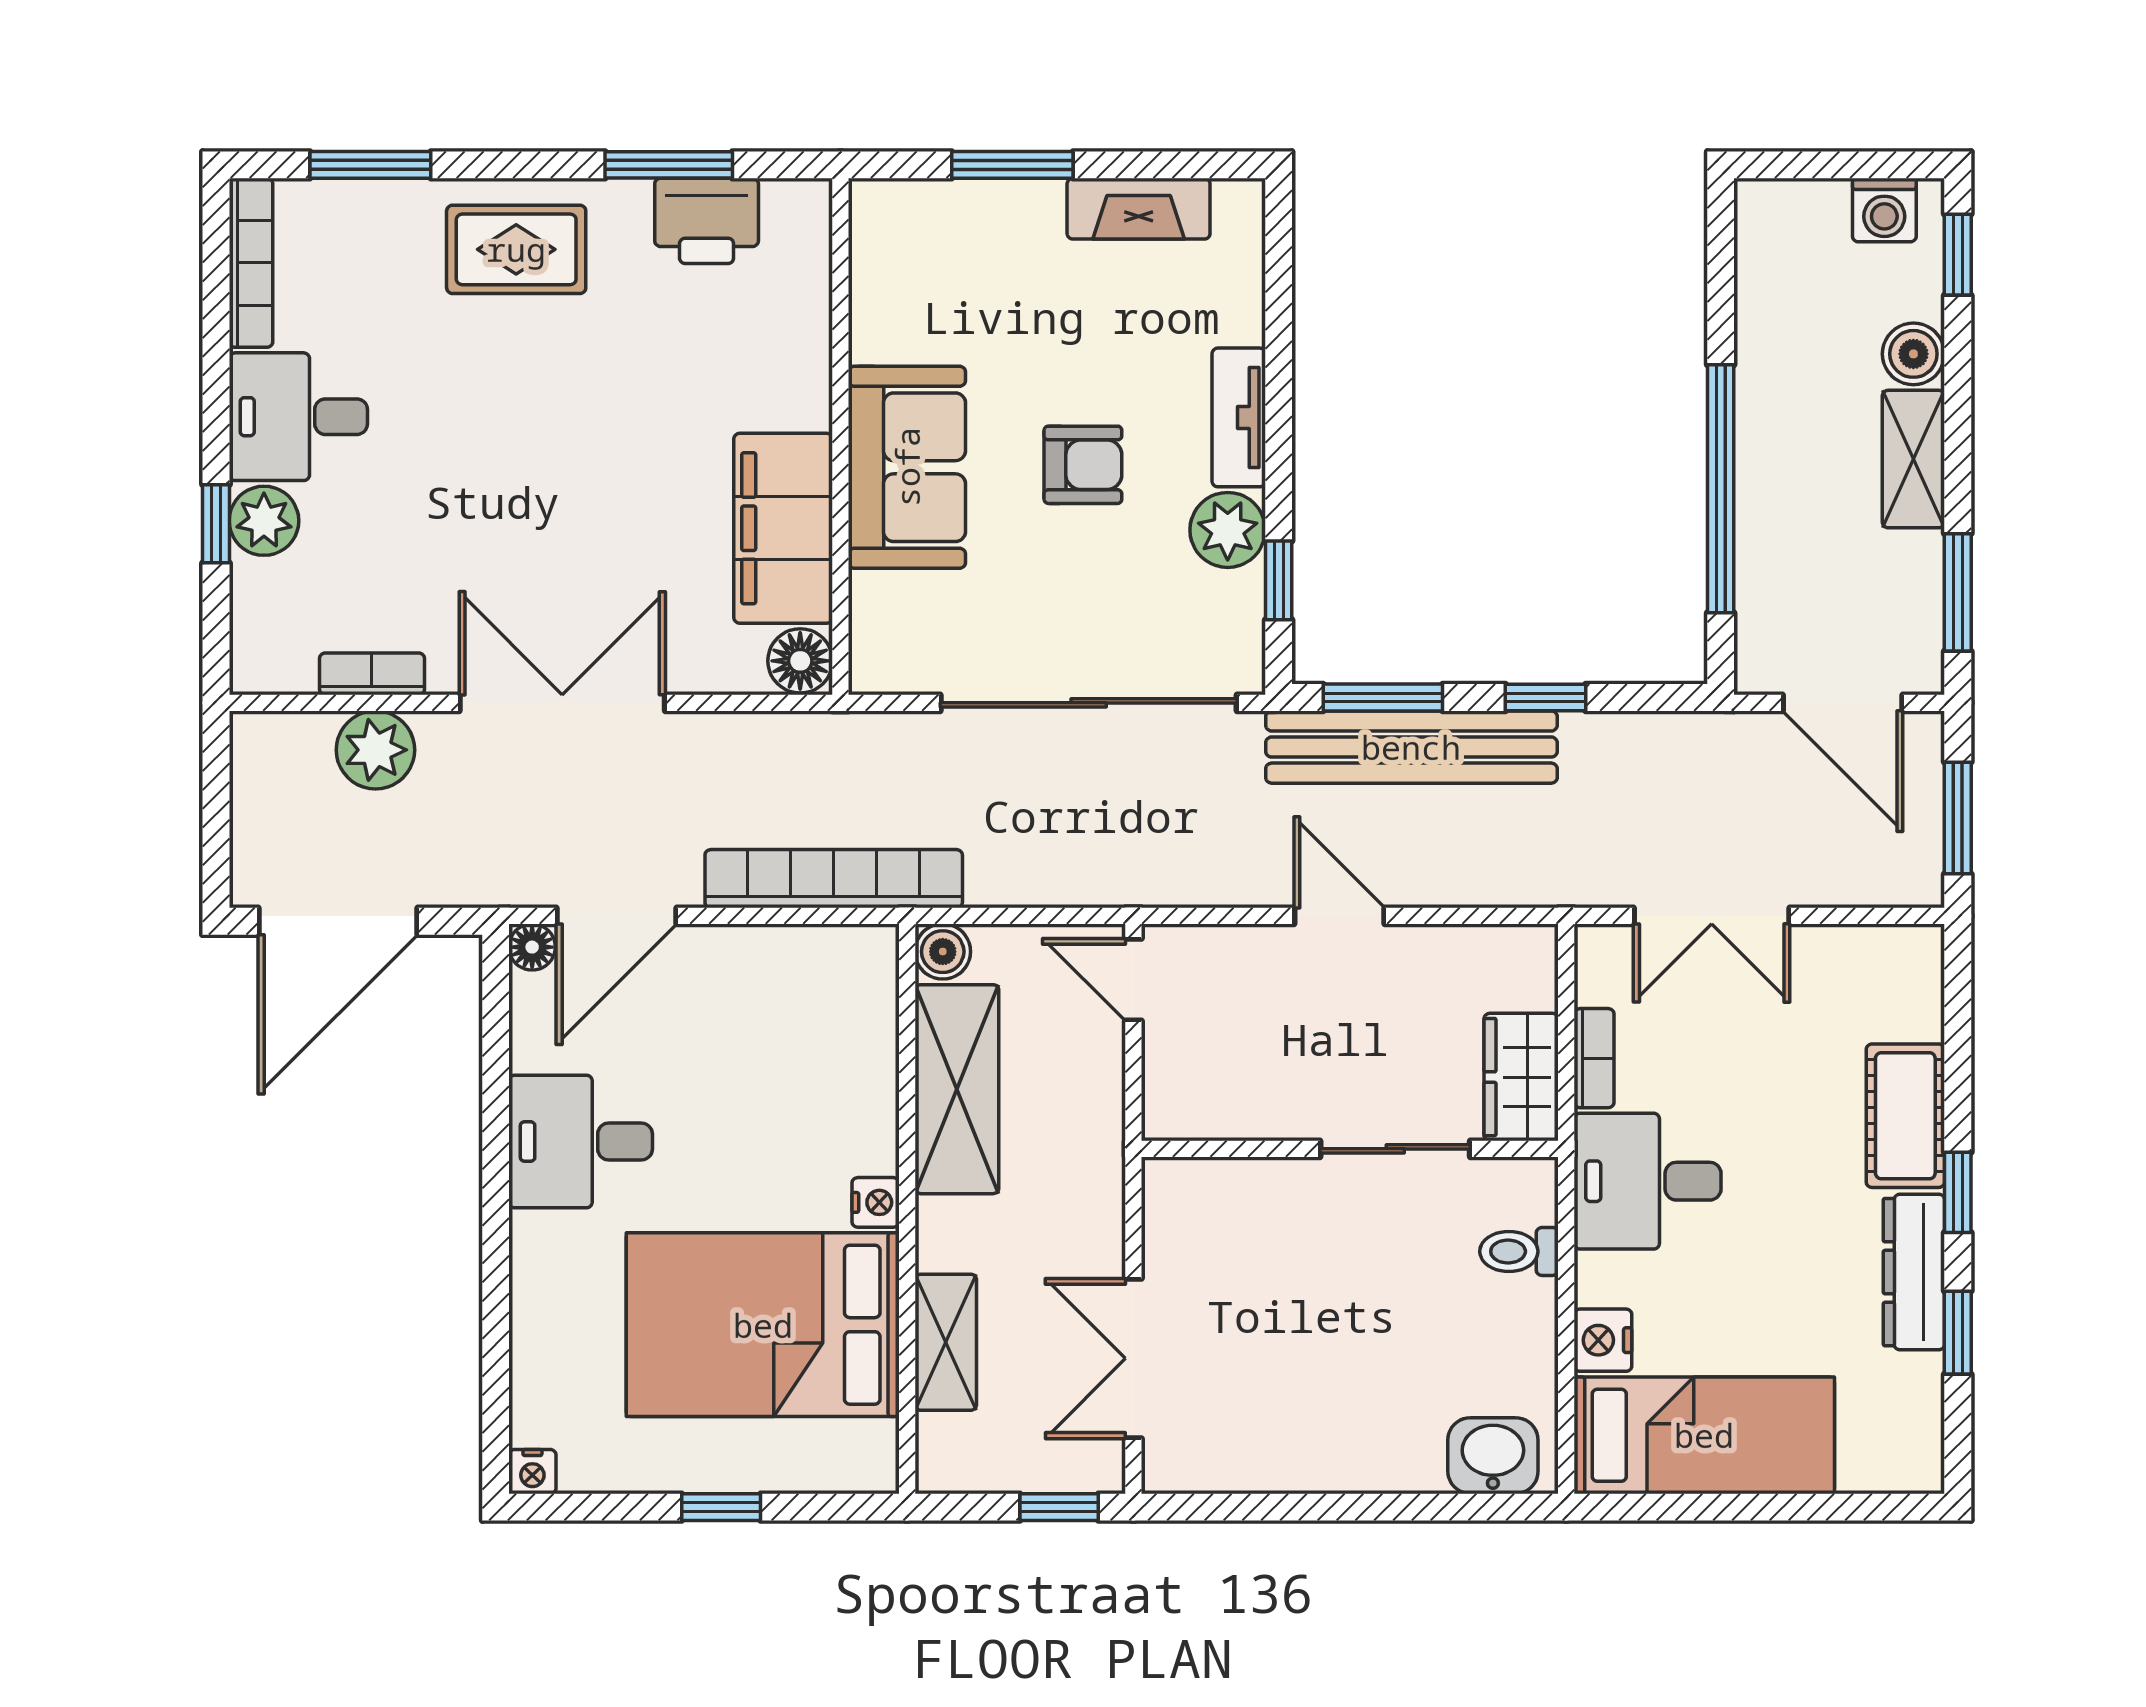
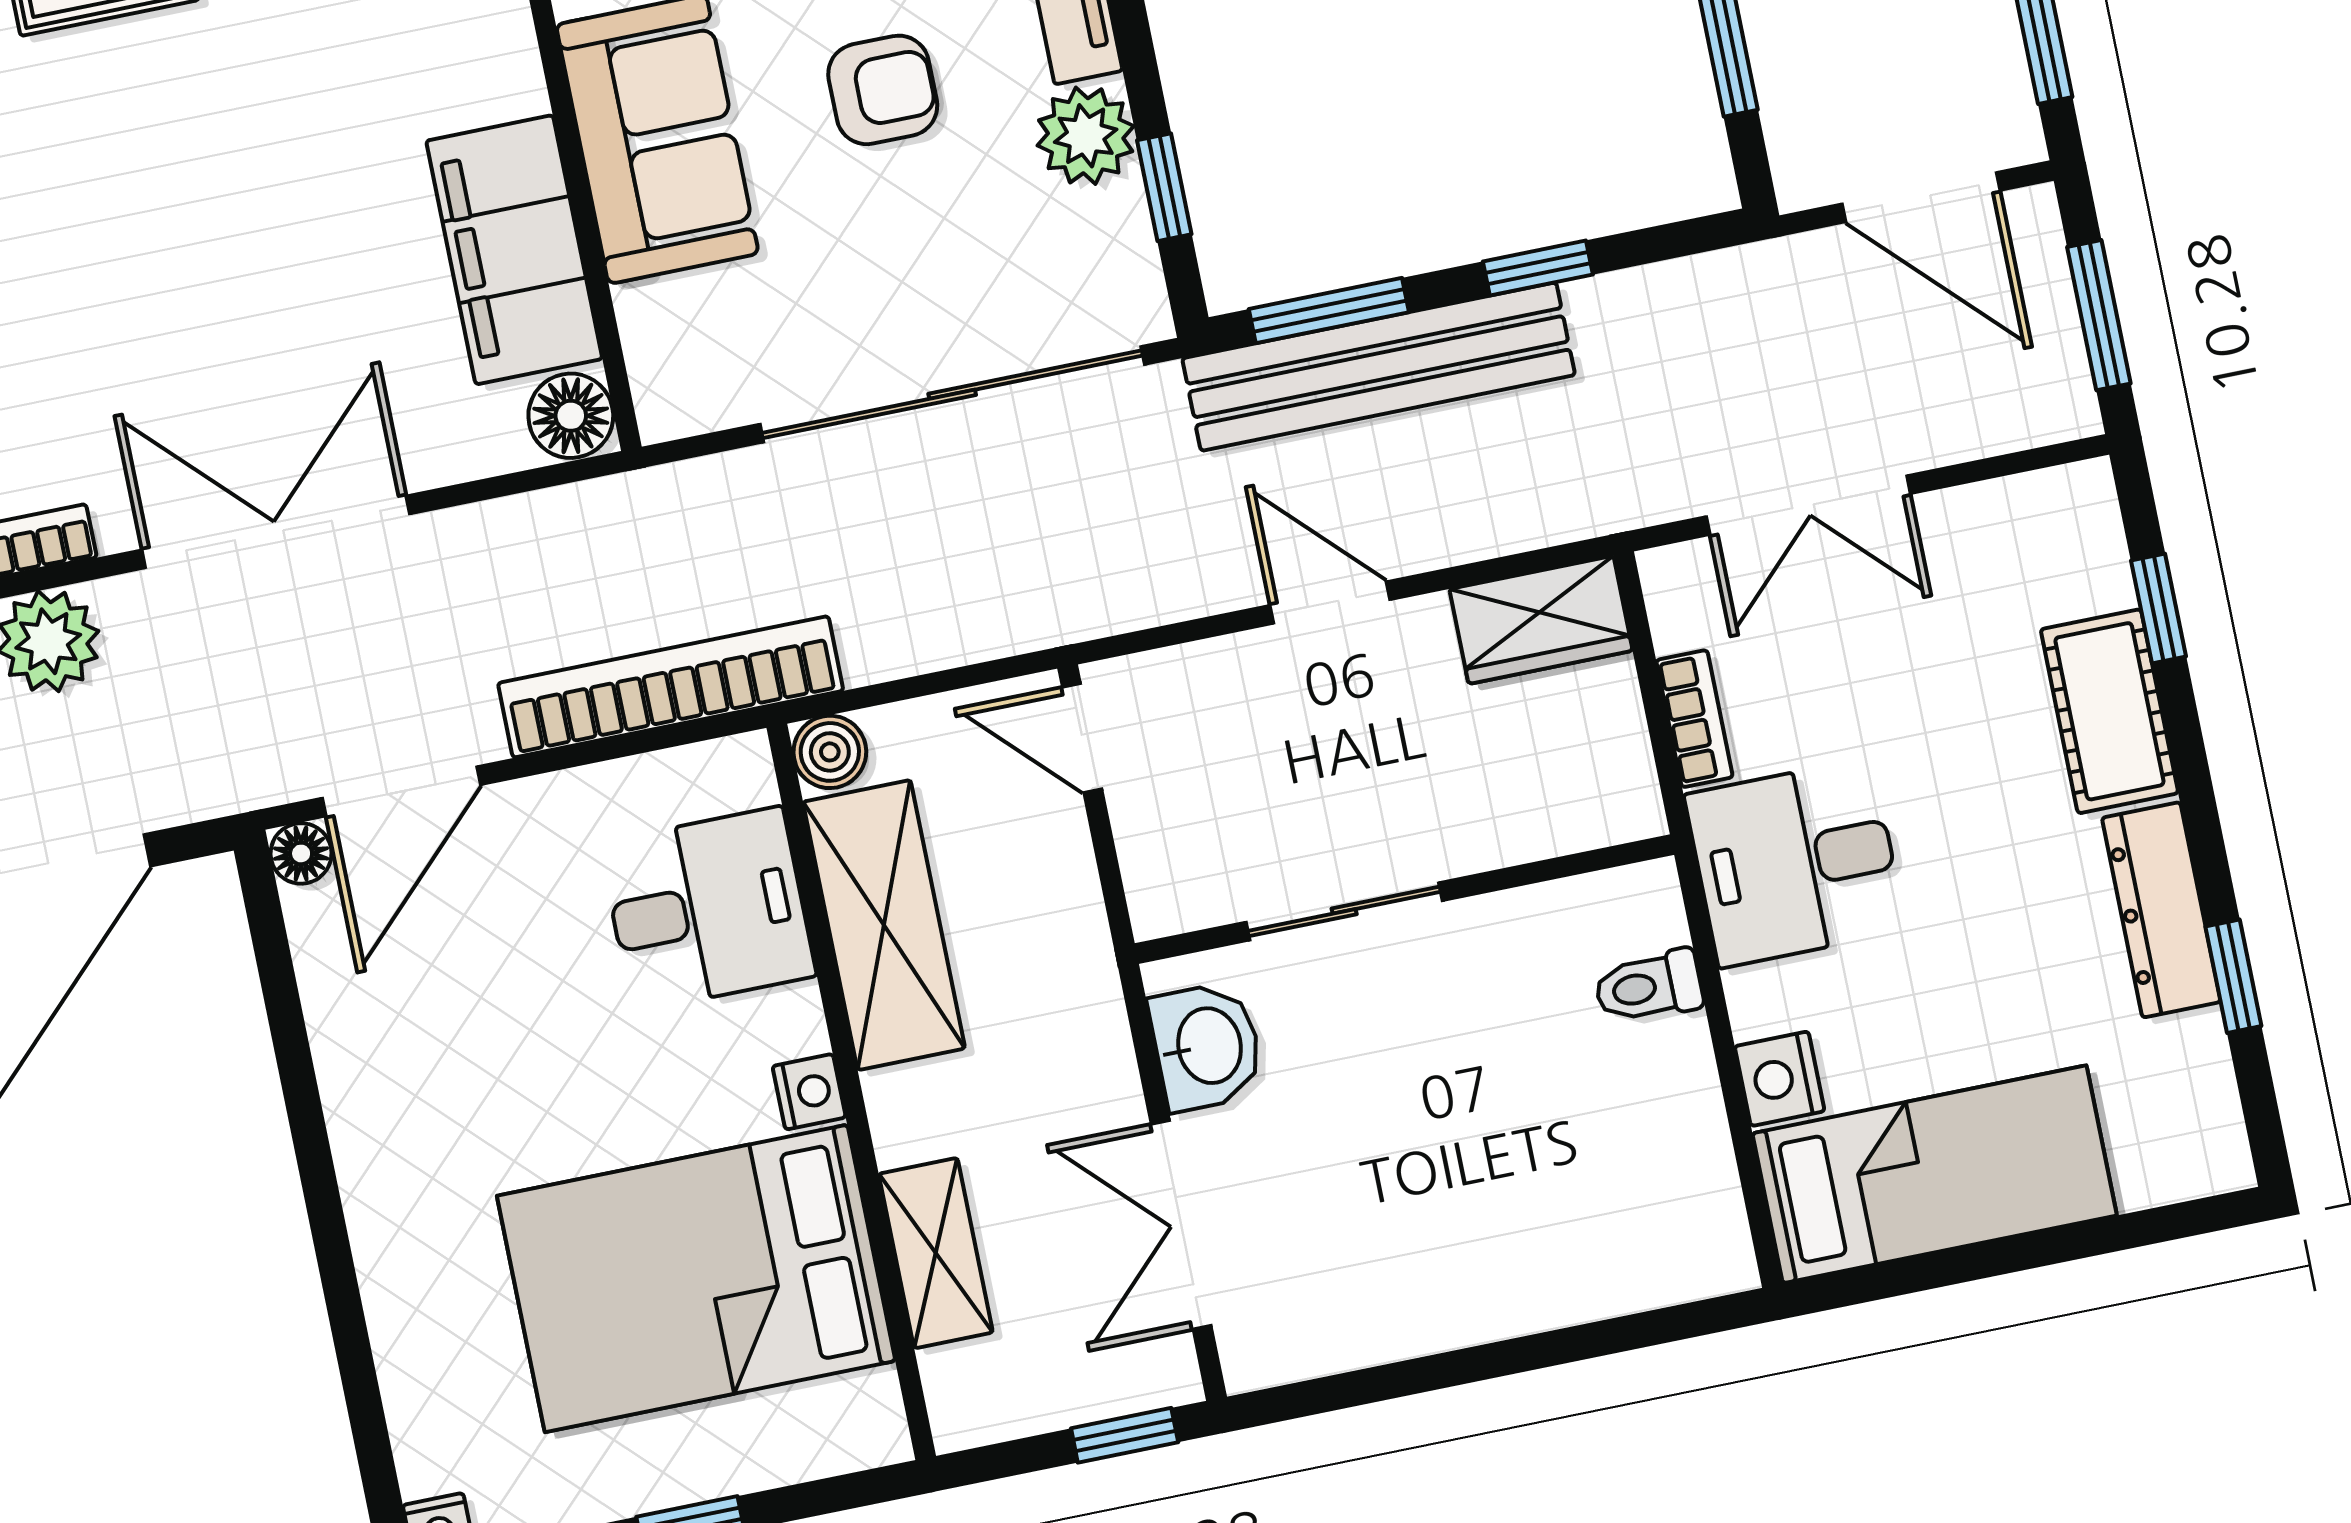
wardrobe: (1521, 1077) -> (1541, 620), moved, turned -90
desk: (581, 1142) -> (708, 909), moved, turned 180
sliding door: (1395, 1149) -> (1344, 911), moved
window: (1958, 1192) -> (2159, 608), moved
washbasin: (1493, 1456) -> (1207, 1046), moved, turned 90

